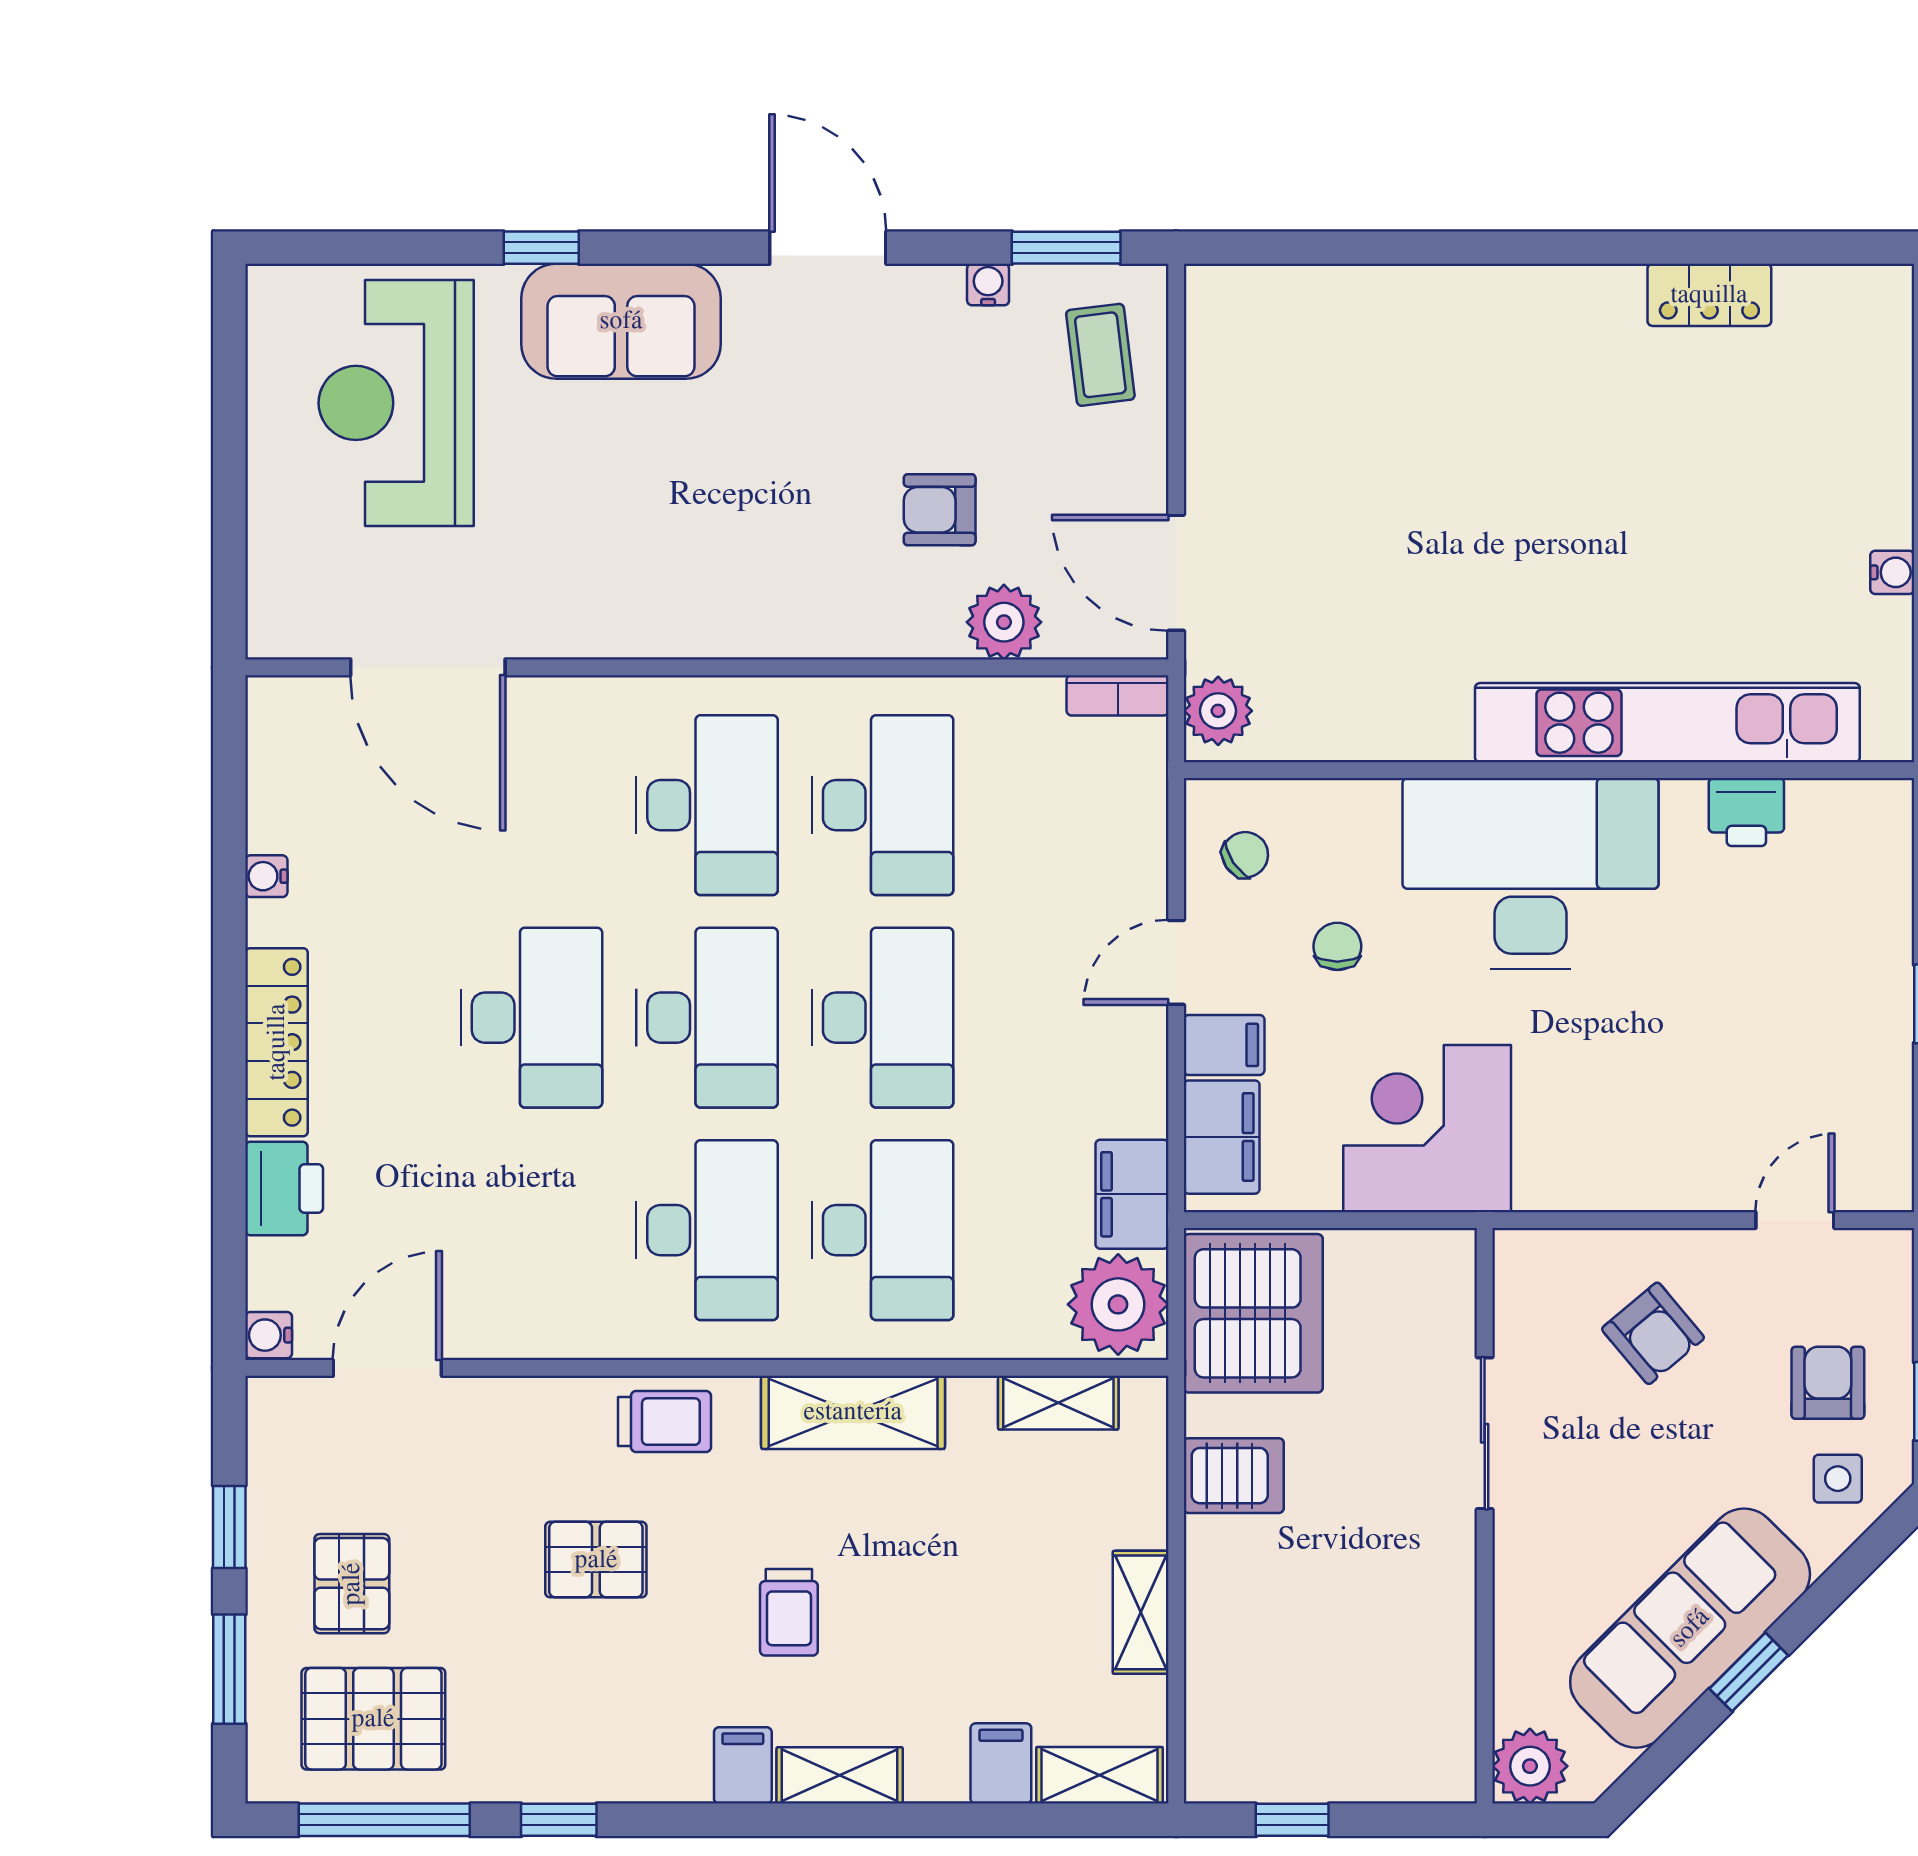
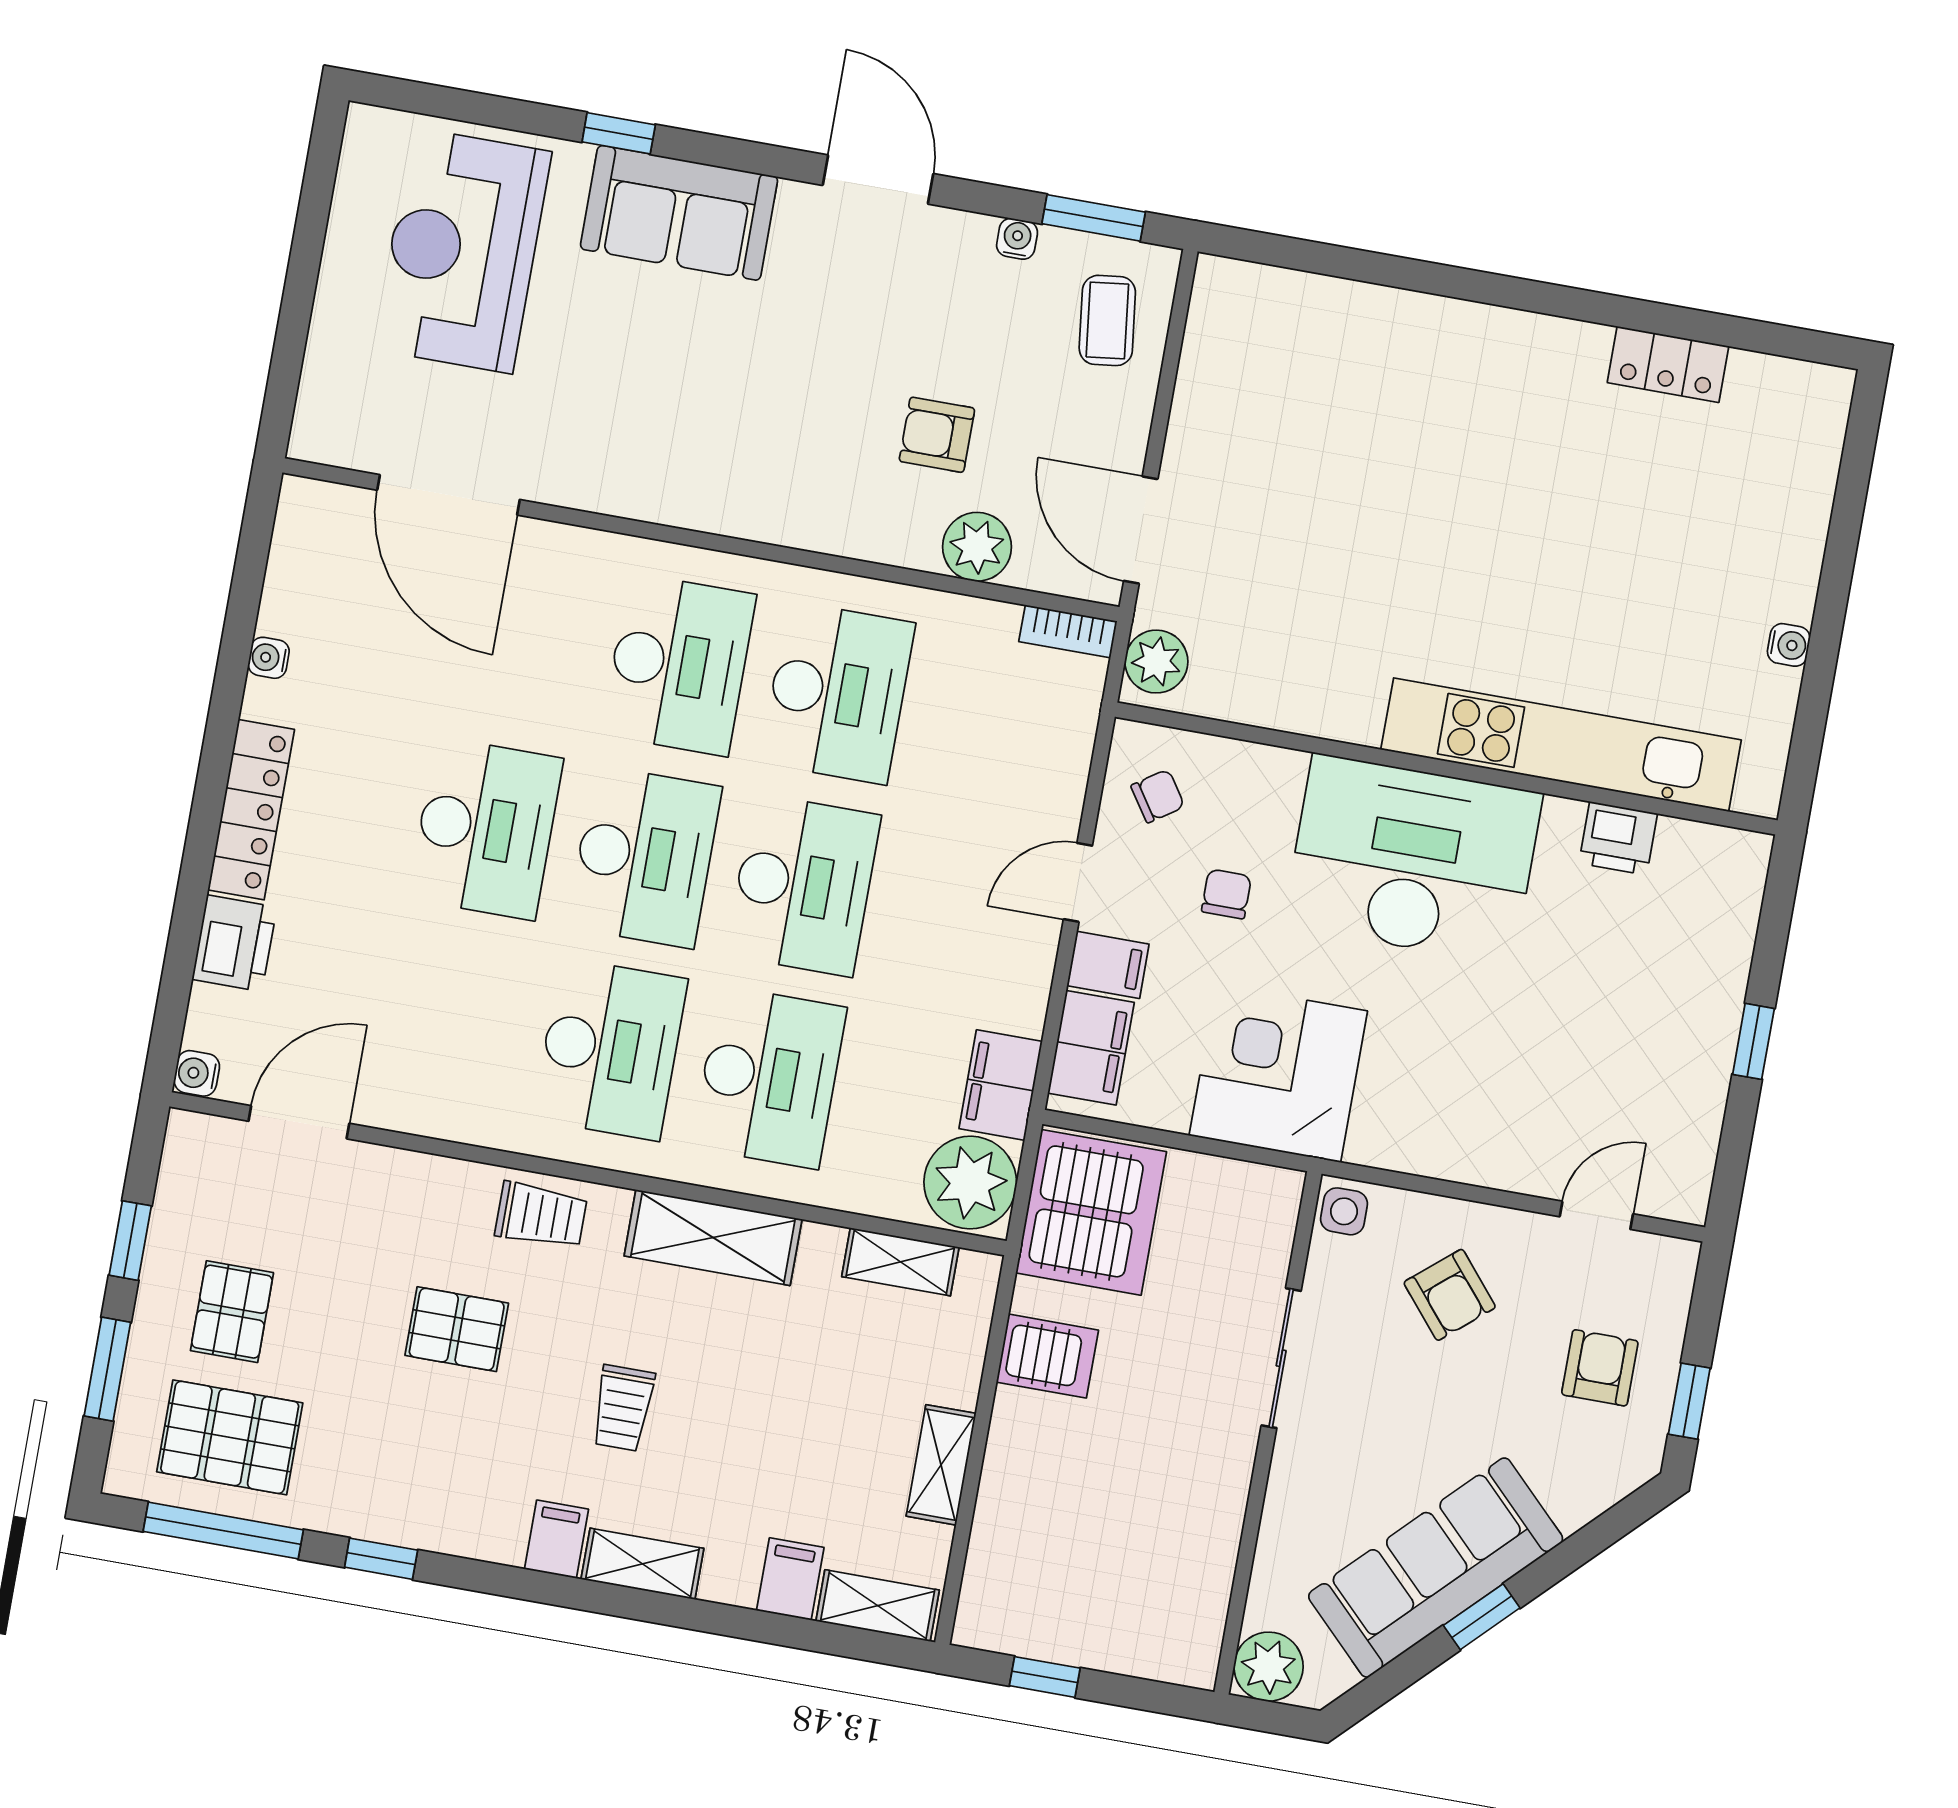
side table: (1838, 1479) -> (1344, 1211), moved

